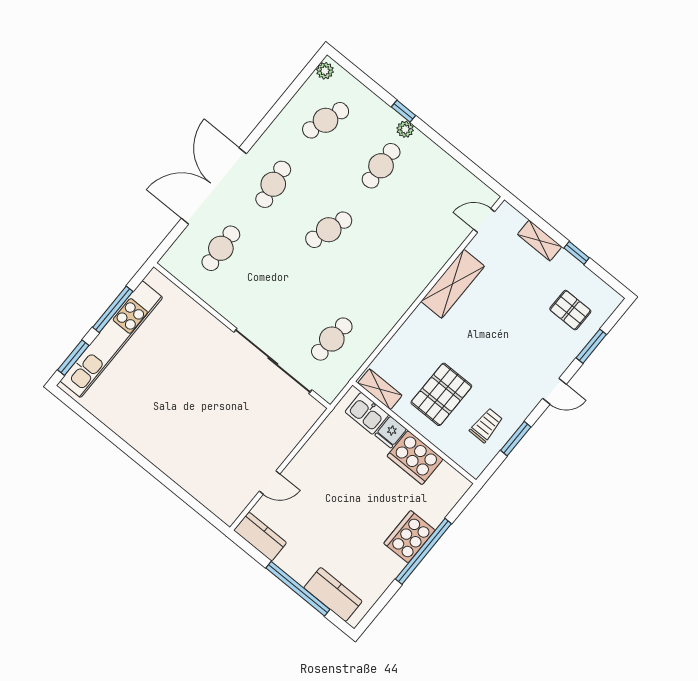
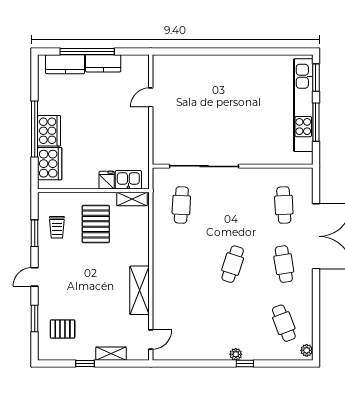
cafe table: (326, 120) -> (284, 323), turned -39
cafe table: (381, 166) -> (233, 323), removed
cooker: (415, 458) -> (50, 164), moved, turned 90
kitchen counter: (260, 537) -> (103, 63), moved

